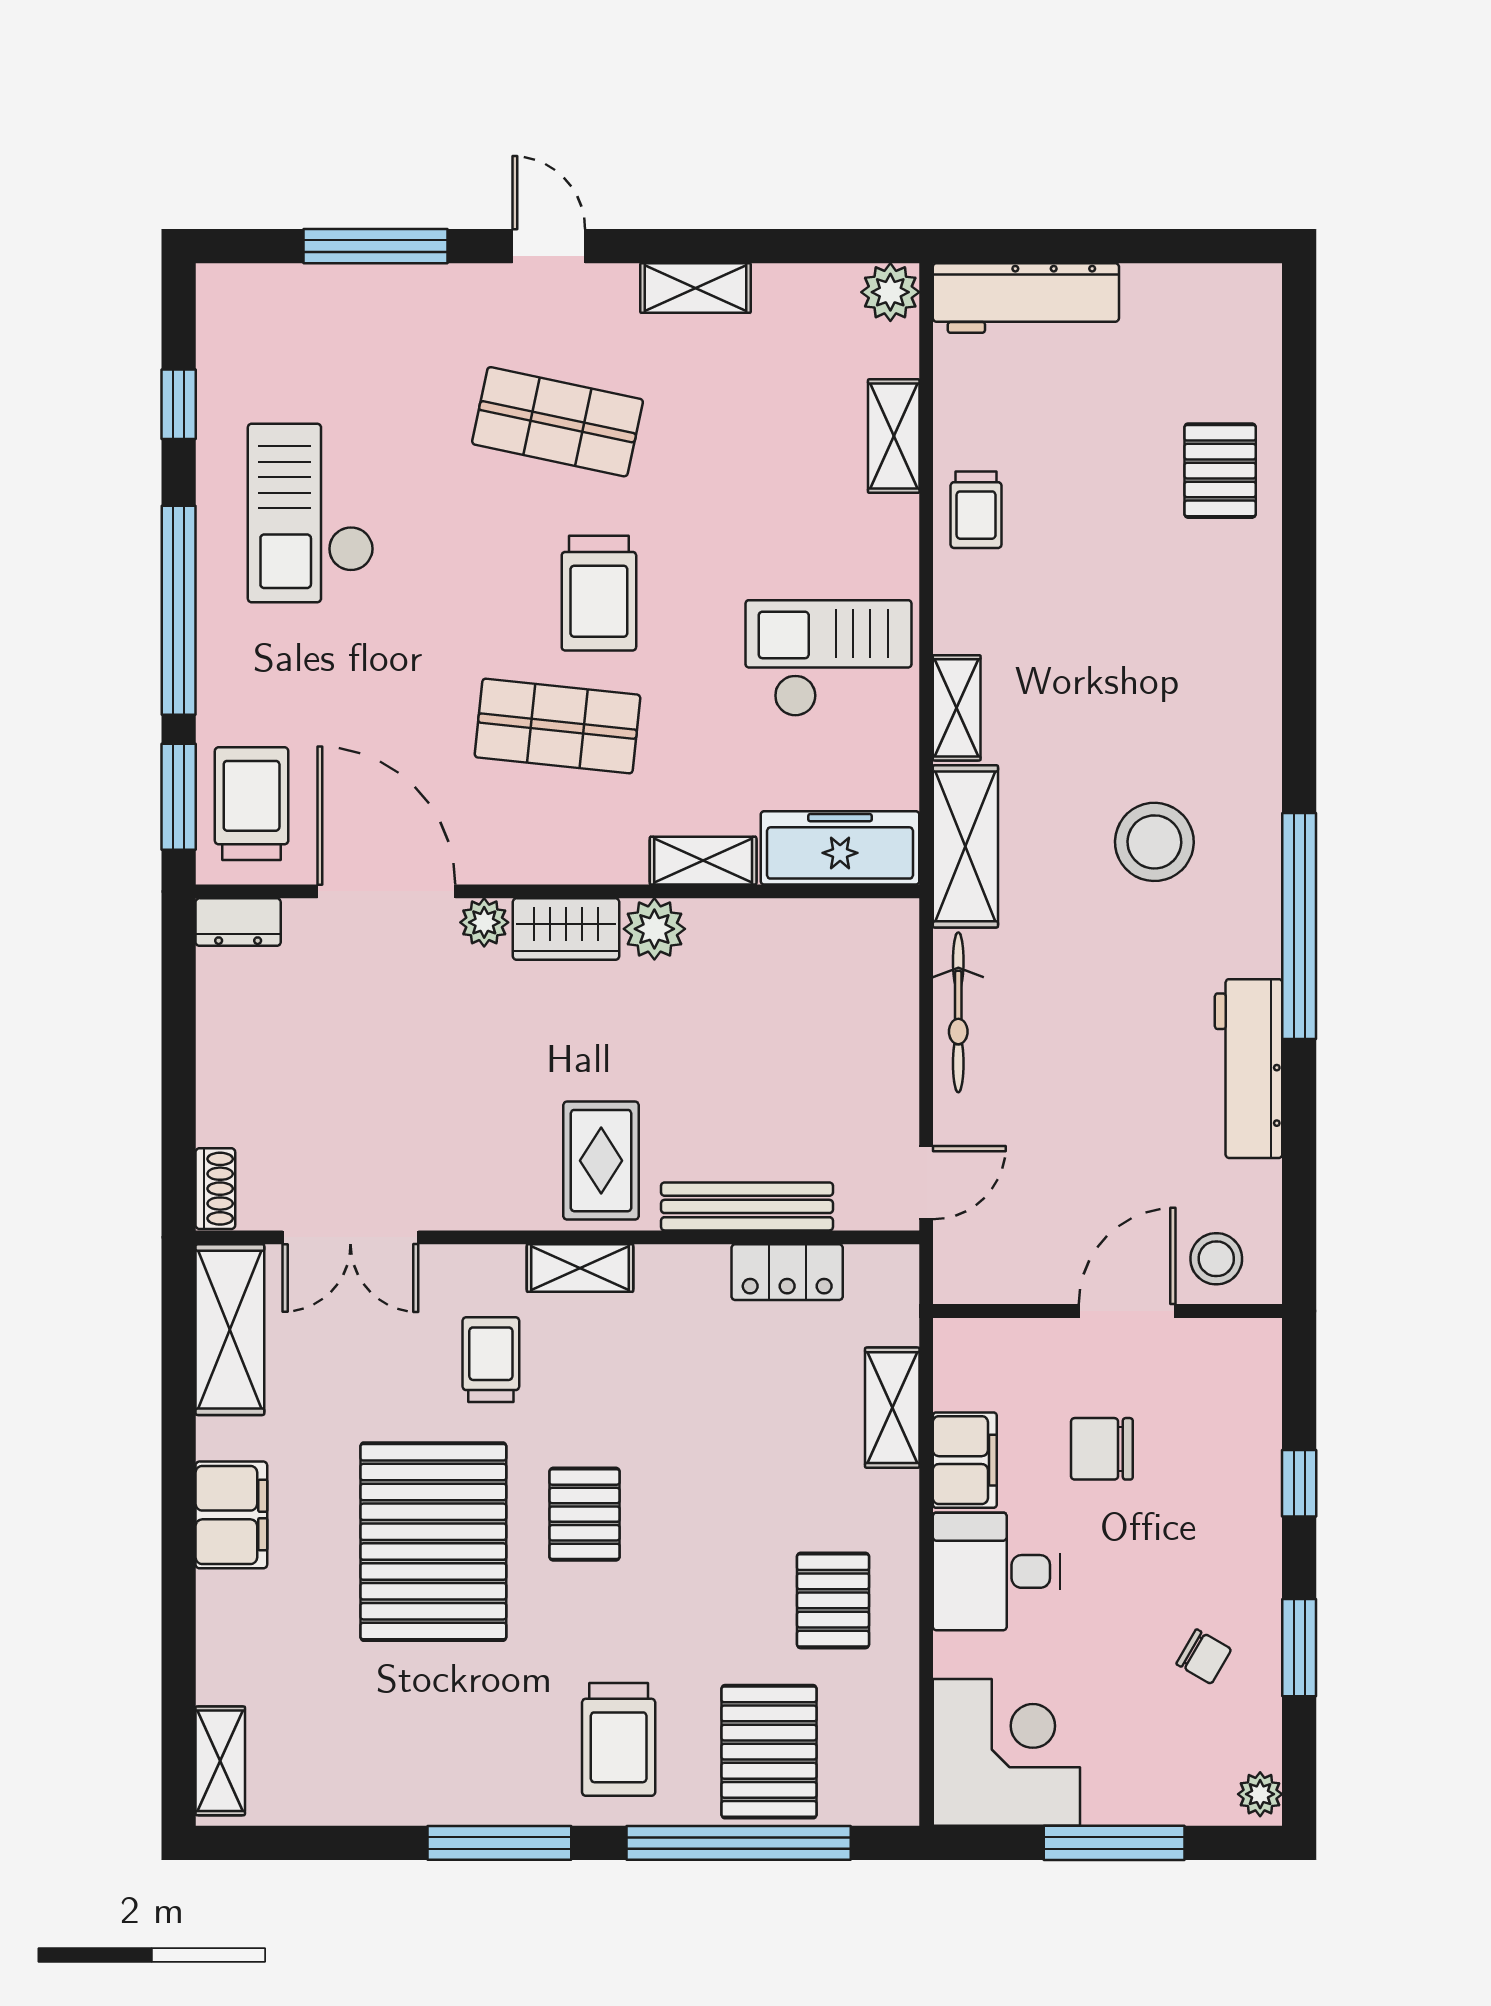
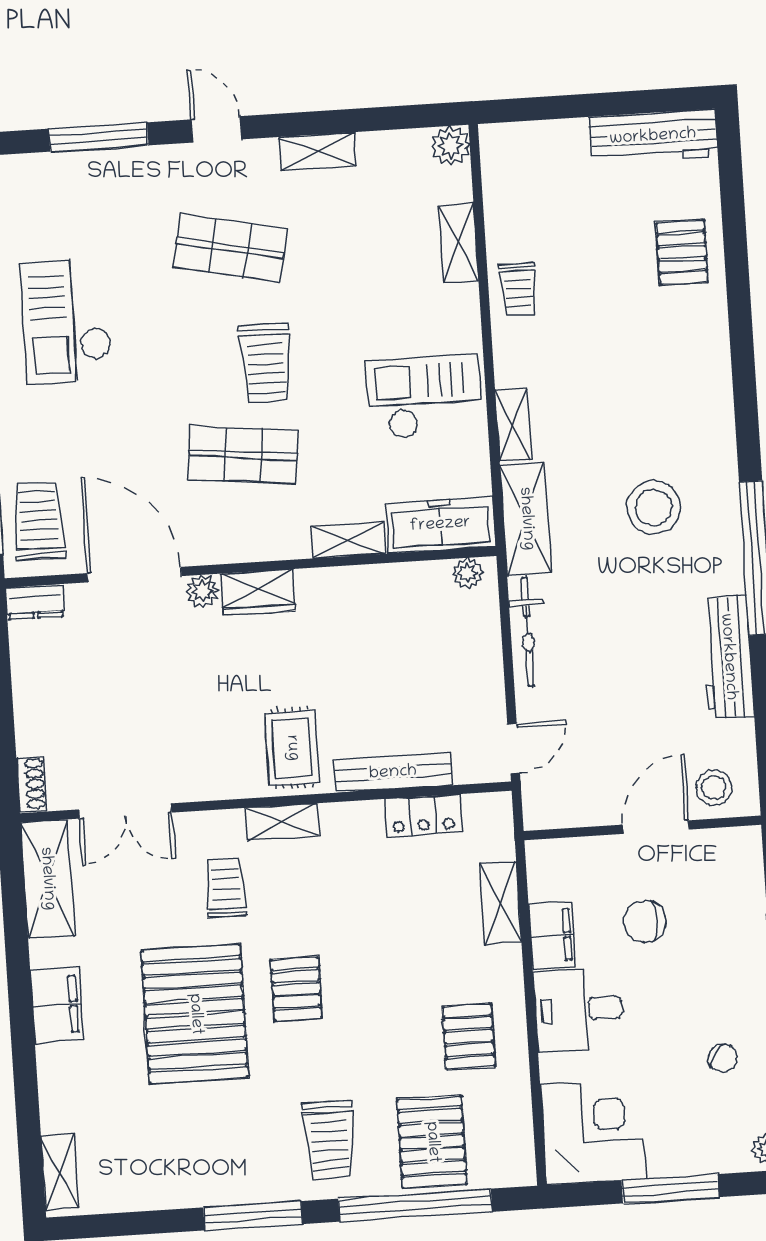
workbench: (1026, 298) -> (653, 137), moved
plant: (654, 929) -> (468, 573), moved, width x0.73, depth x0.73

